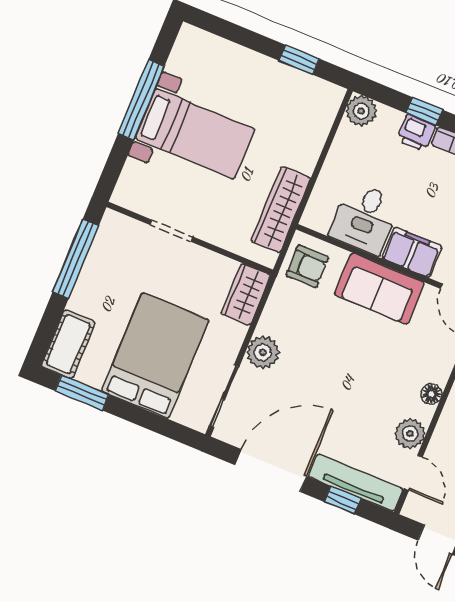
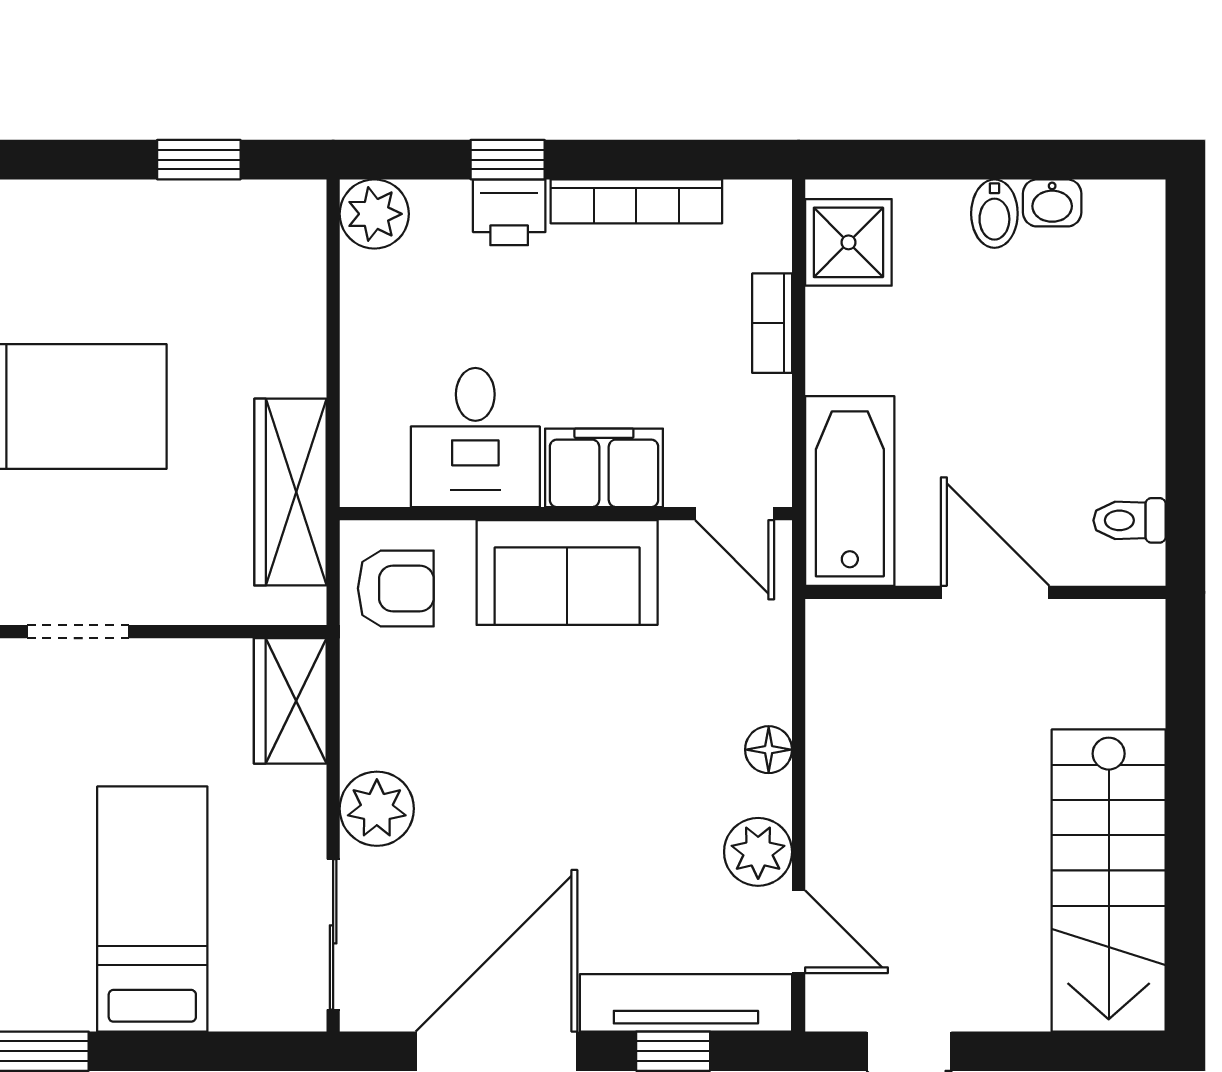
bed: (155, 355) -> (152, 909), width x0.67

